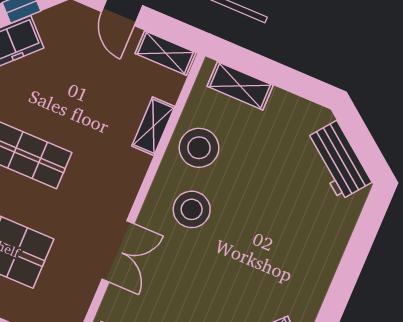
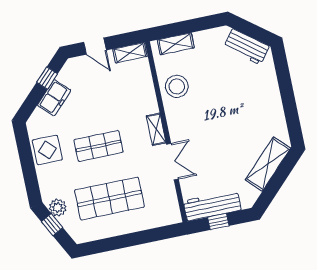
shelving: (153, 126) -> (156, 129), moved
stool: (192, 209) -> (193, 118), removed

